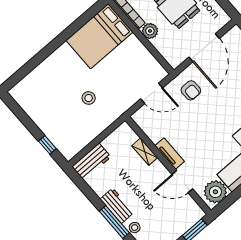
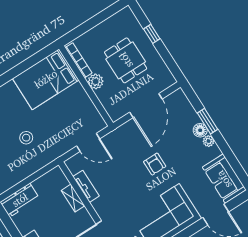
armchair: (191, 90) -> (155, 164), moved
tv unit: (170, 154) -> (86, 186), moved

